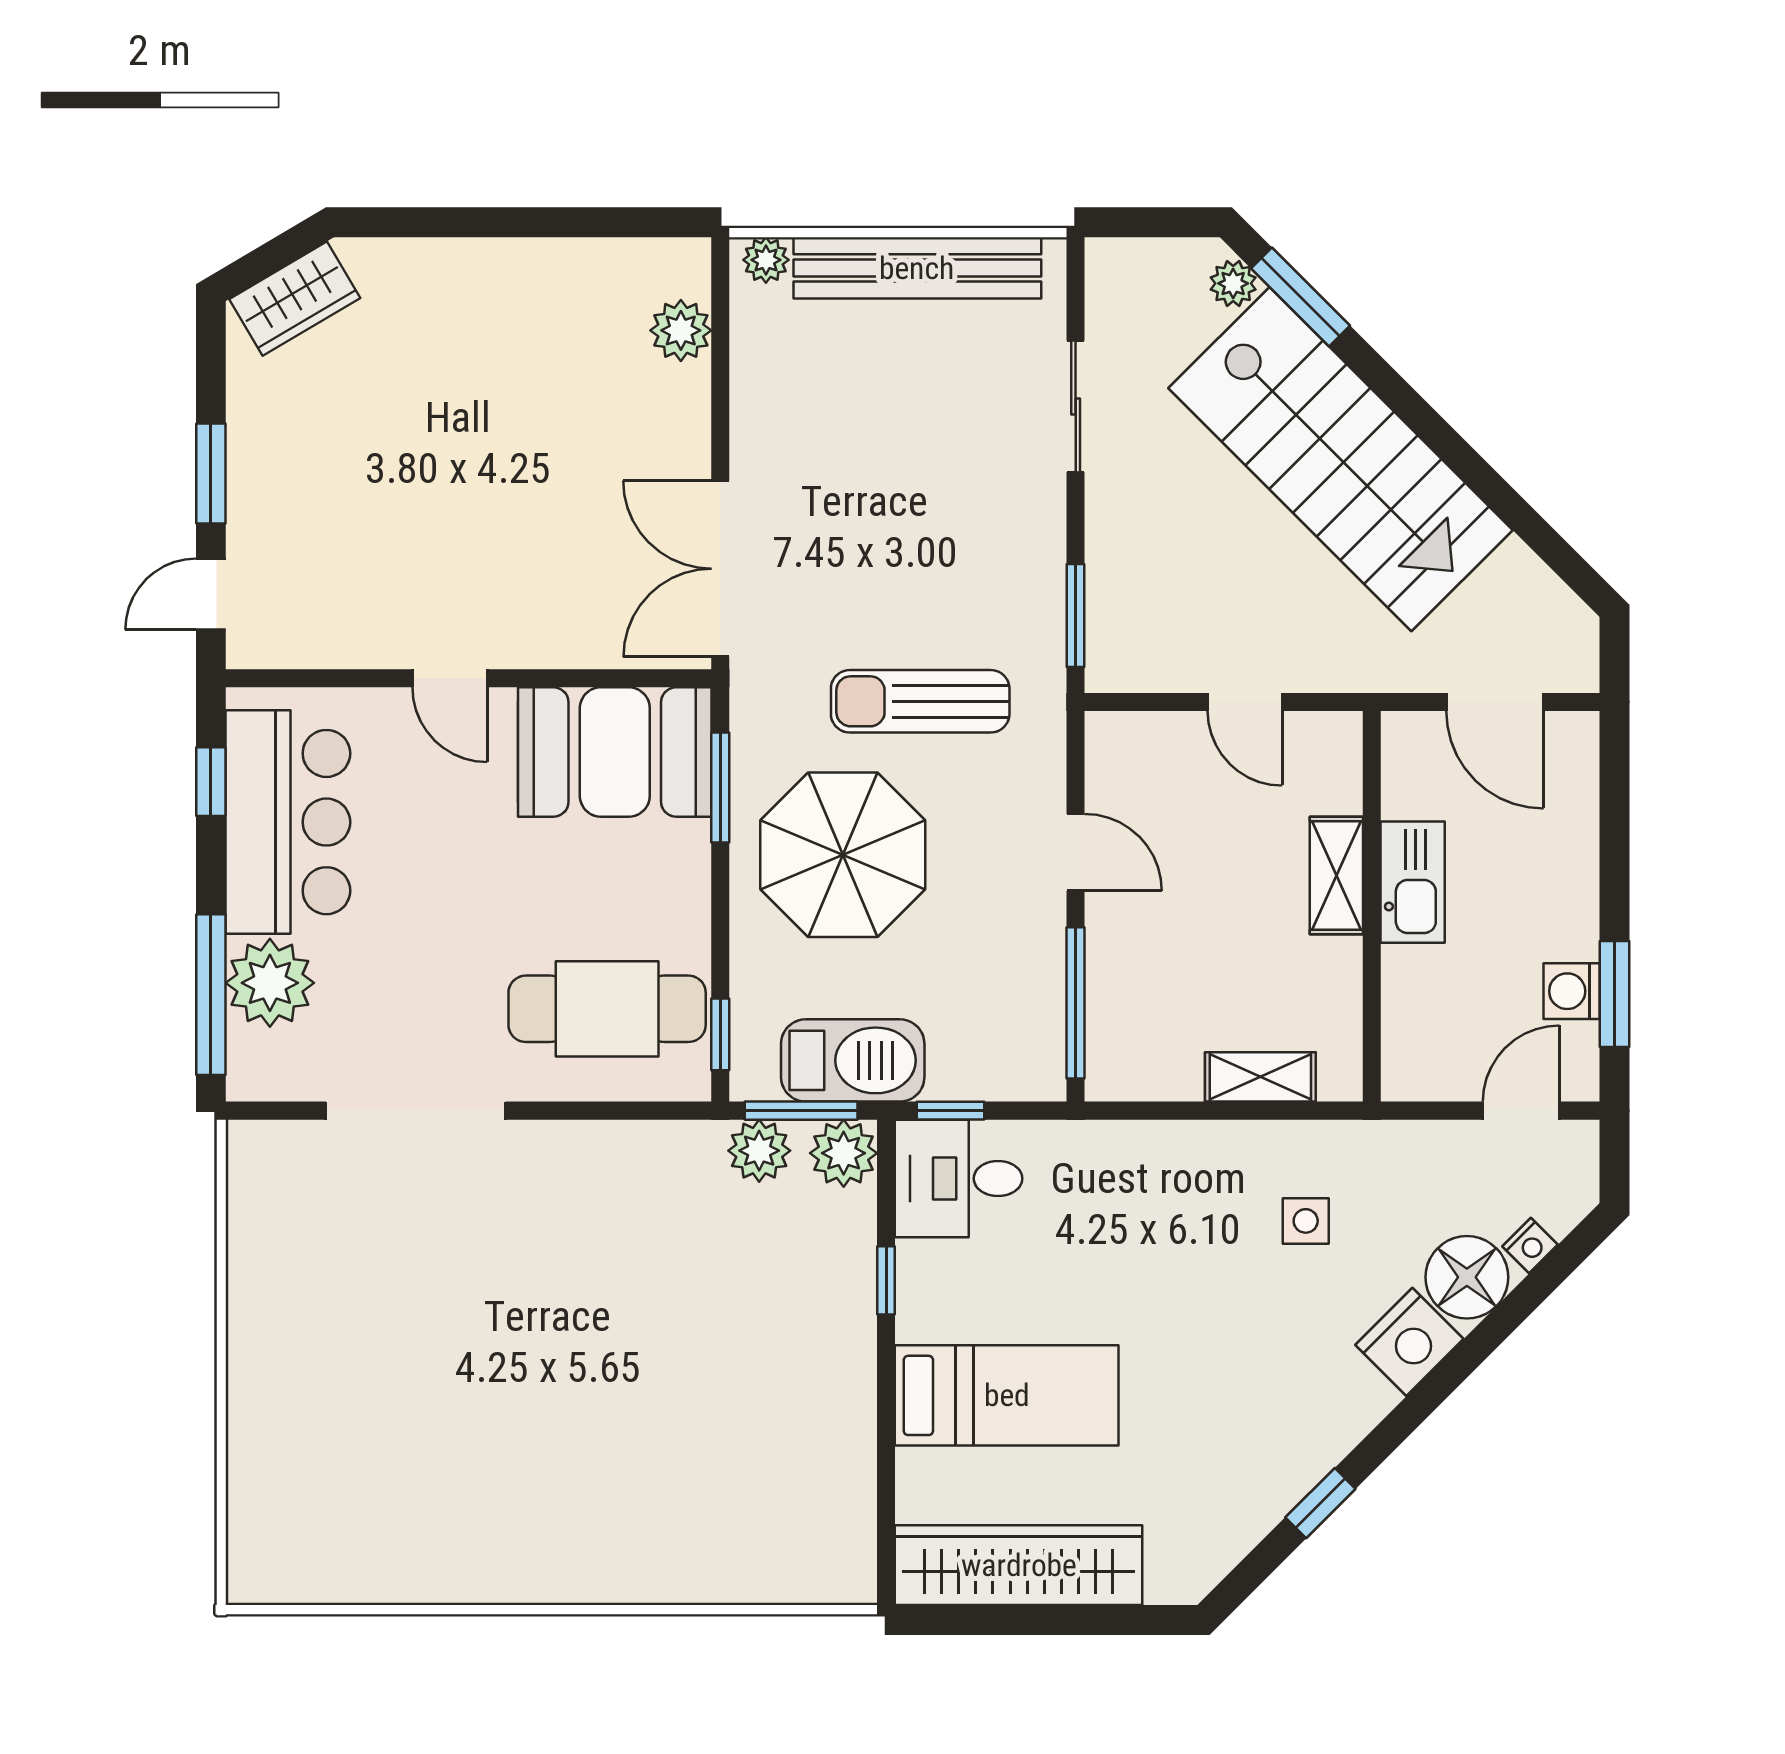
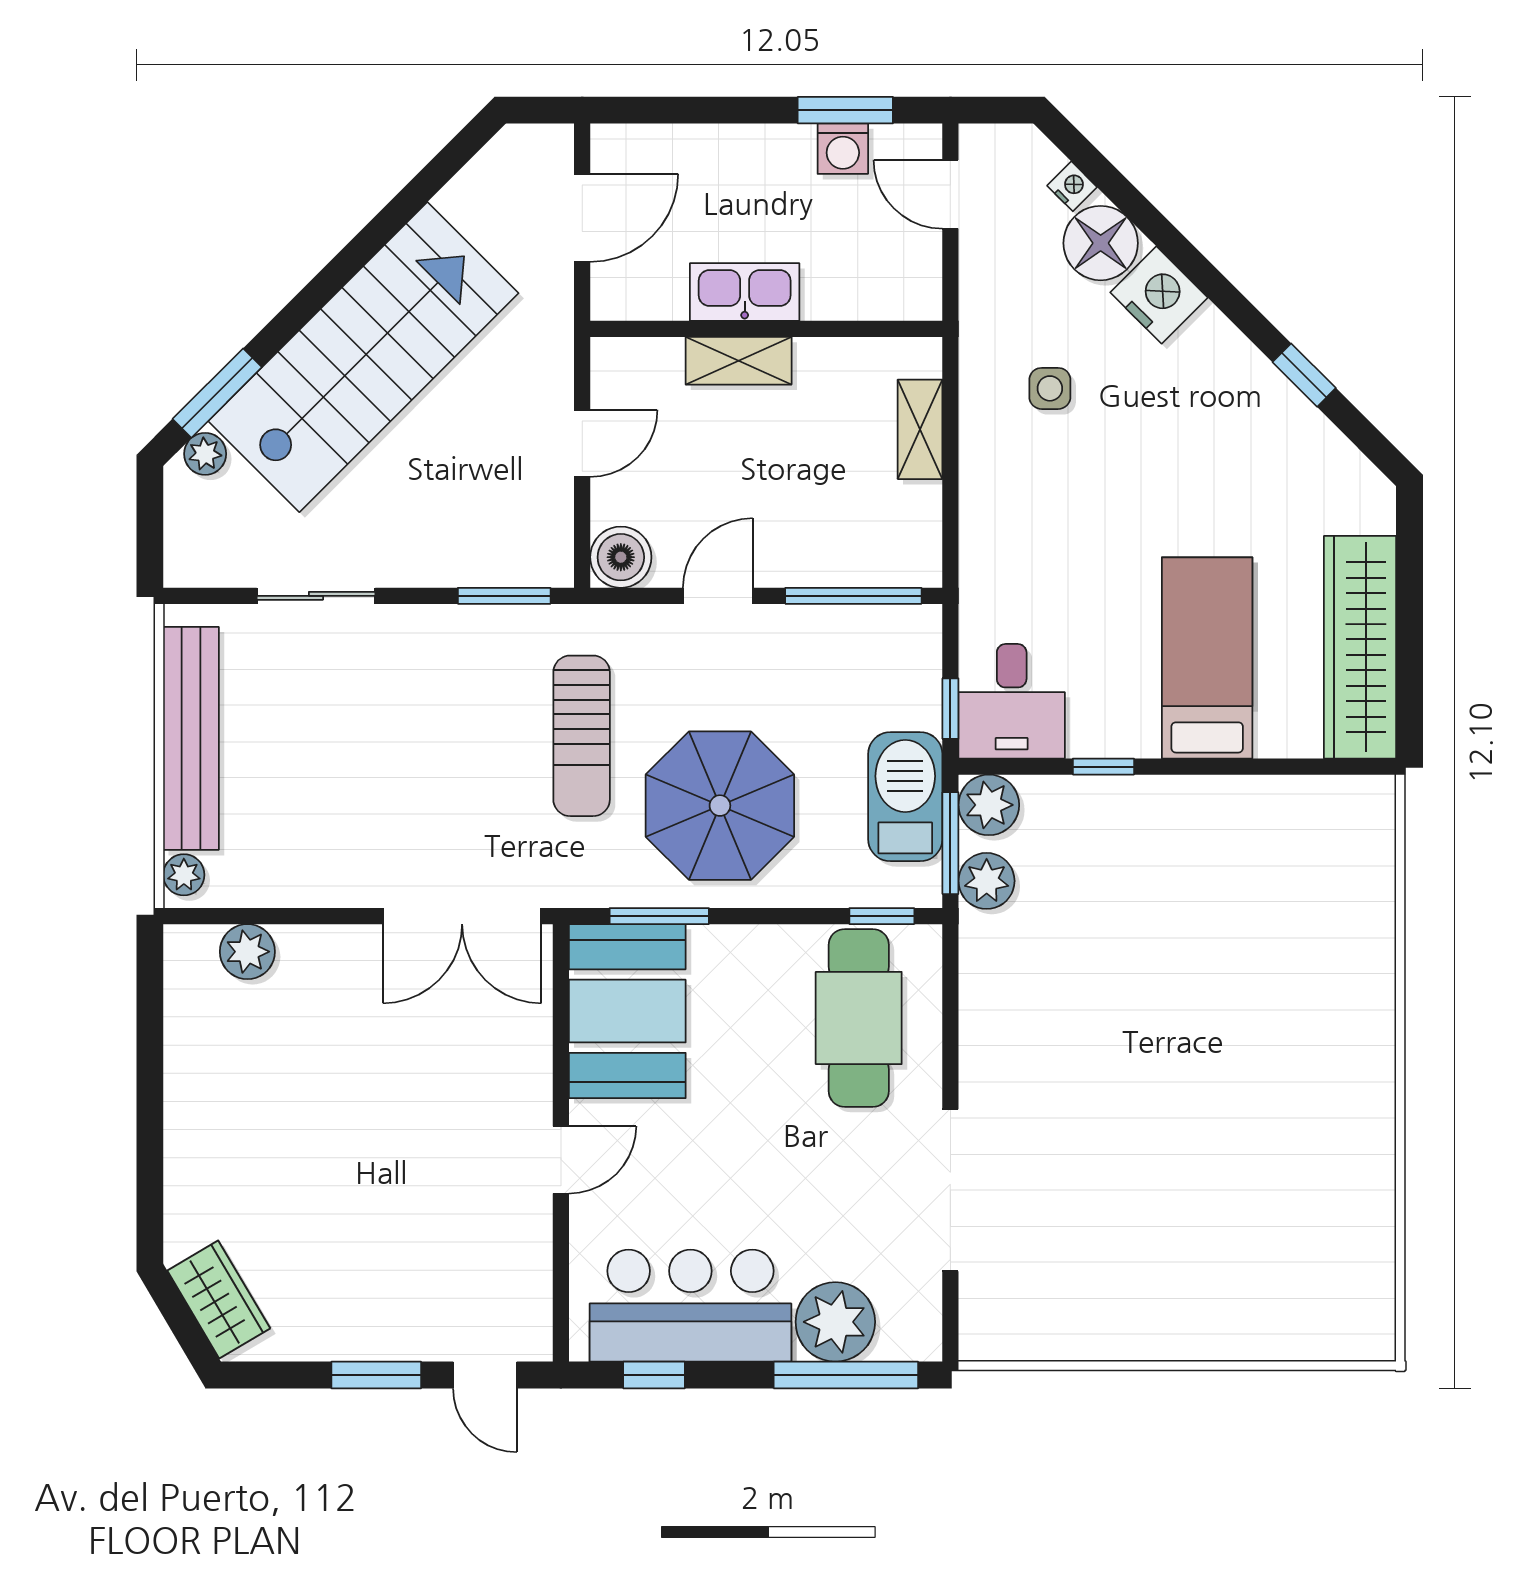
boiler: (1118, 745) -> (621, 557), added

